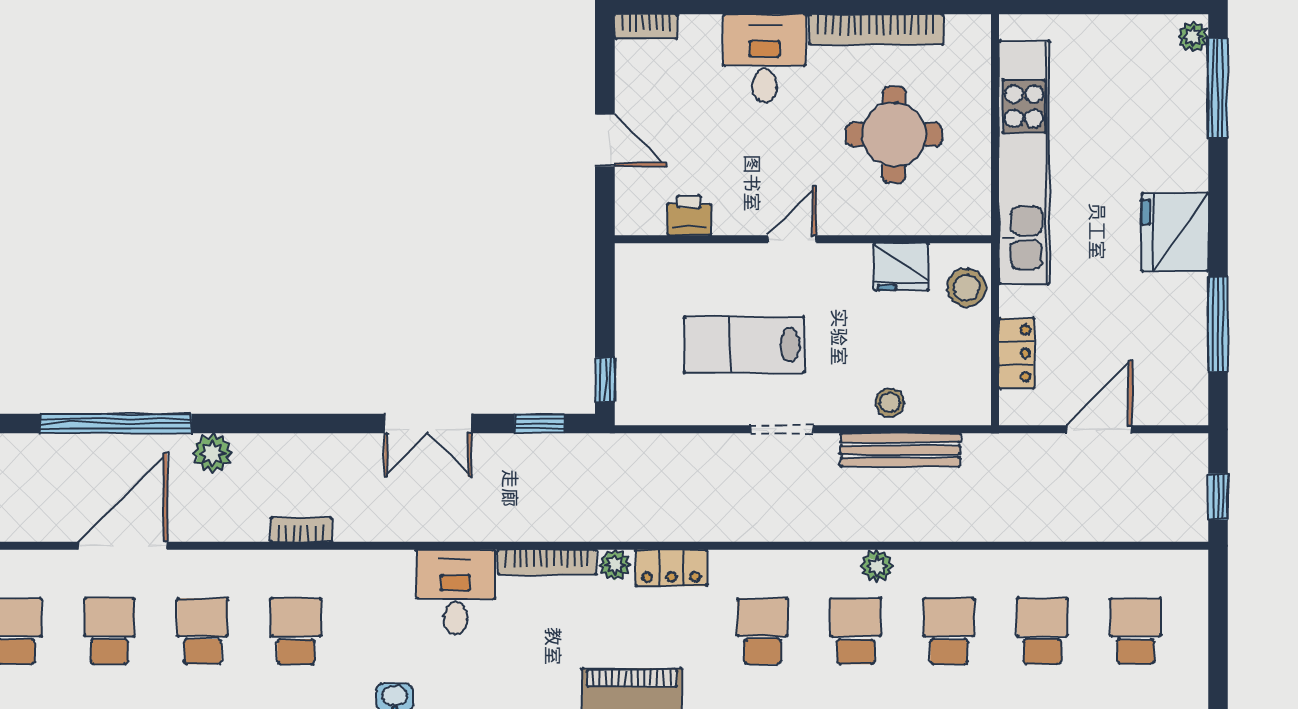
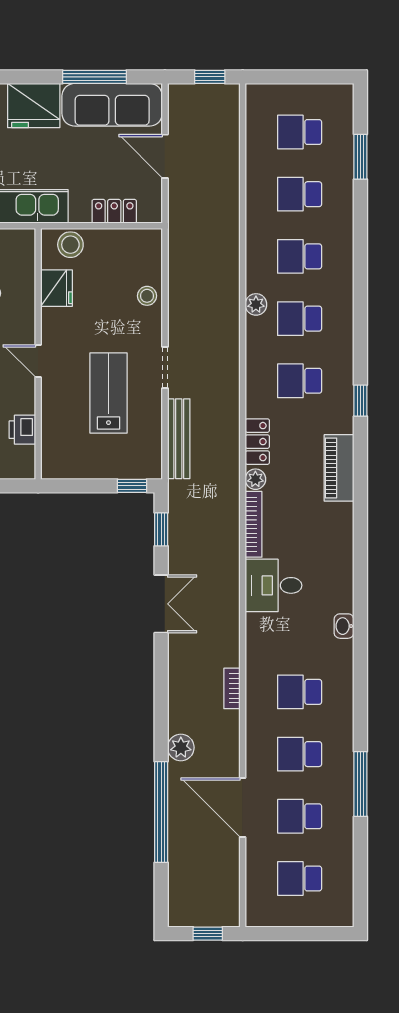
lab bench: (744, 345) -> (109, 393), turned 180
sofa: (1176, 350) -> (112, 105), added
bench: (900, 450) -> (179, 439), moved

